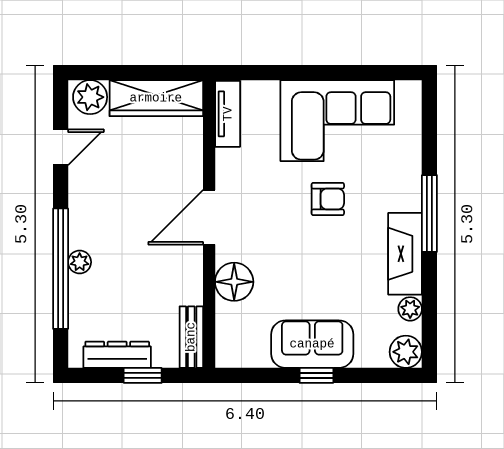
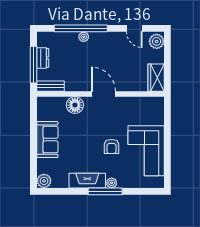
wardrobe: (156, 98) -> (156, 78), width x0.67
tv unit: (228, 114) -> (149, 102), removed
plant: (410, 309) -> (112, 183), moved
dresser: (117, 355) -> (43, 58), width x0.70
window: (143, 375) -> (34, 65), width x2.17
window: (316, 375) -> (34, 141), removed

